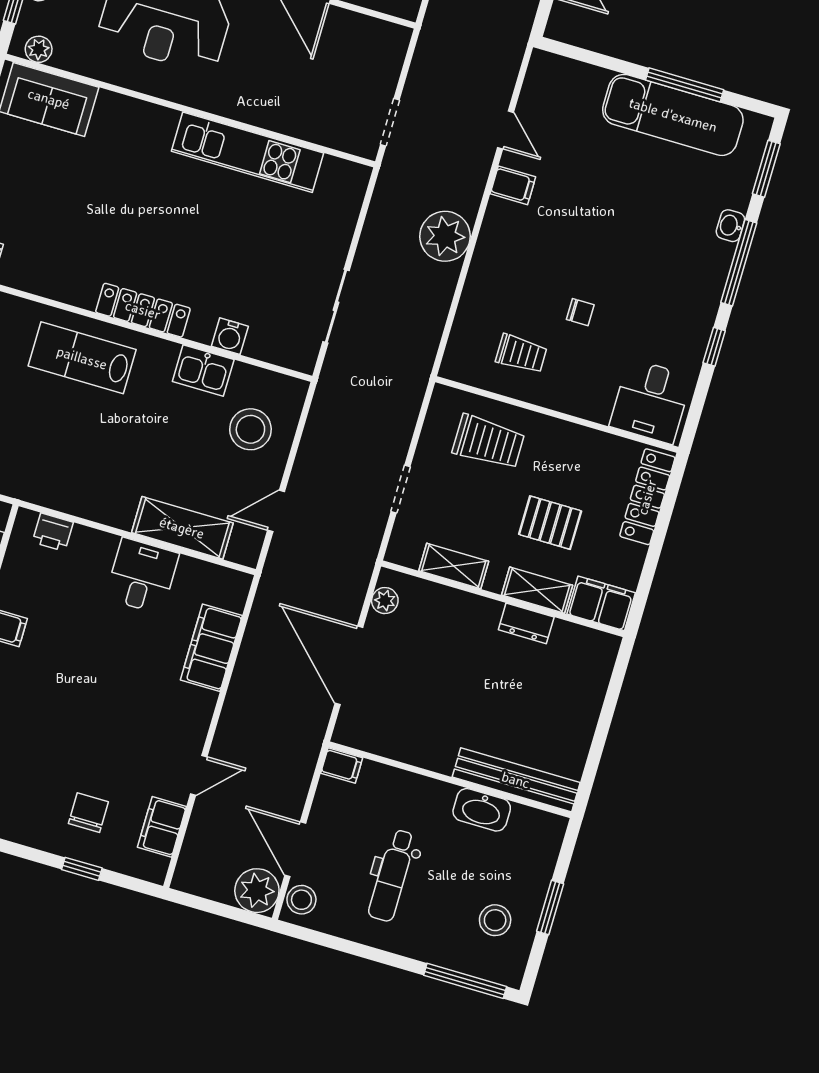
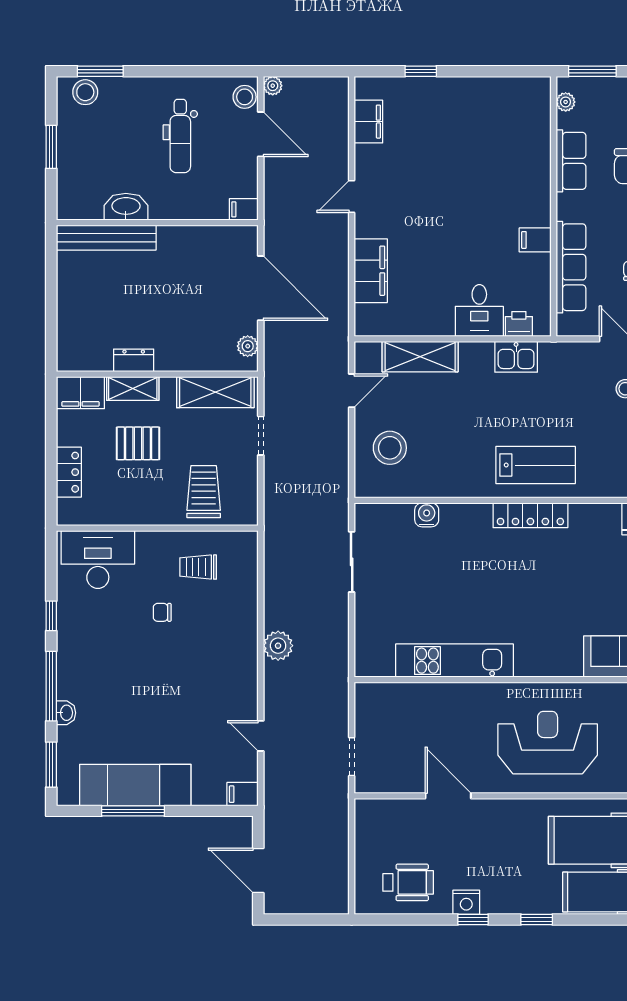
doorway: (390, 122) -> (352, 757), moved
filing cabinet: (513, 185) -> (243, 794), moved
plant: (445, 236) -> (278, 646), width x0.73, depth x0.73
locker: (143, 310) -> (530, 515), moved
kitchen sink: (203, 370) -> (516, 357), moved, turned 180
desk: (651, 401) -> (98, 560), width x1.37
trolley: (488, 442) -> (204, 492), turned 90
locker: (647, 497) -> (69, 472), width x0.66
shelving: (454, 566) -> (215, 392), width x1.50, depth x1.33
desk: (142, 576) -> (479, 310), moved
door: (199, 775) -> (352, 196), moved
chair: (88, 813) -> (428, 116), removed
dental chair: (392, 875) -> (180, 136), turned 180
plant: (257, 891) -> (273, 86), width x0.53, depth x0.53
stool: (495, 920) -> (85, 92), moved
window: (465, 981) -> (100, 71), width x0.69

